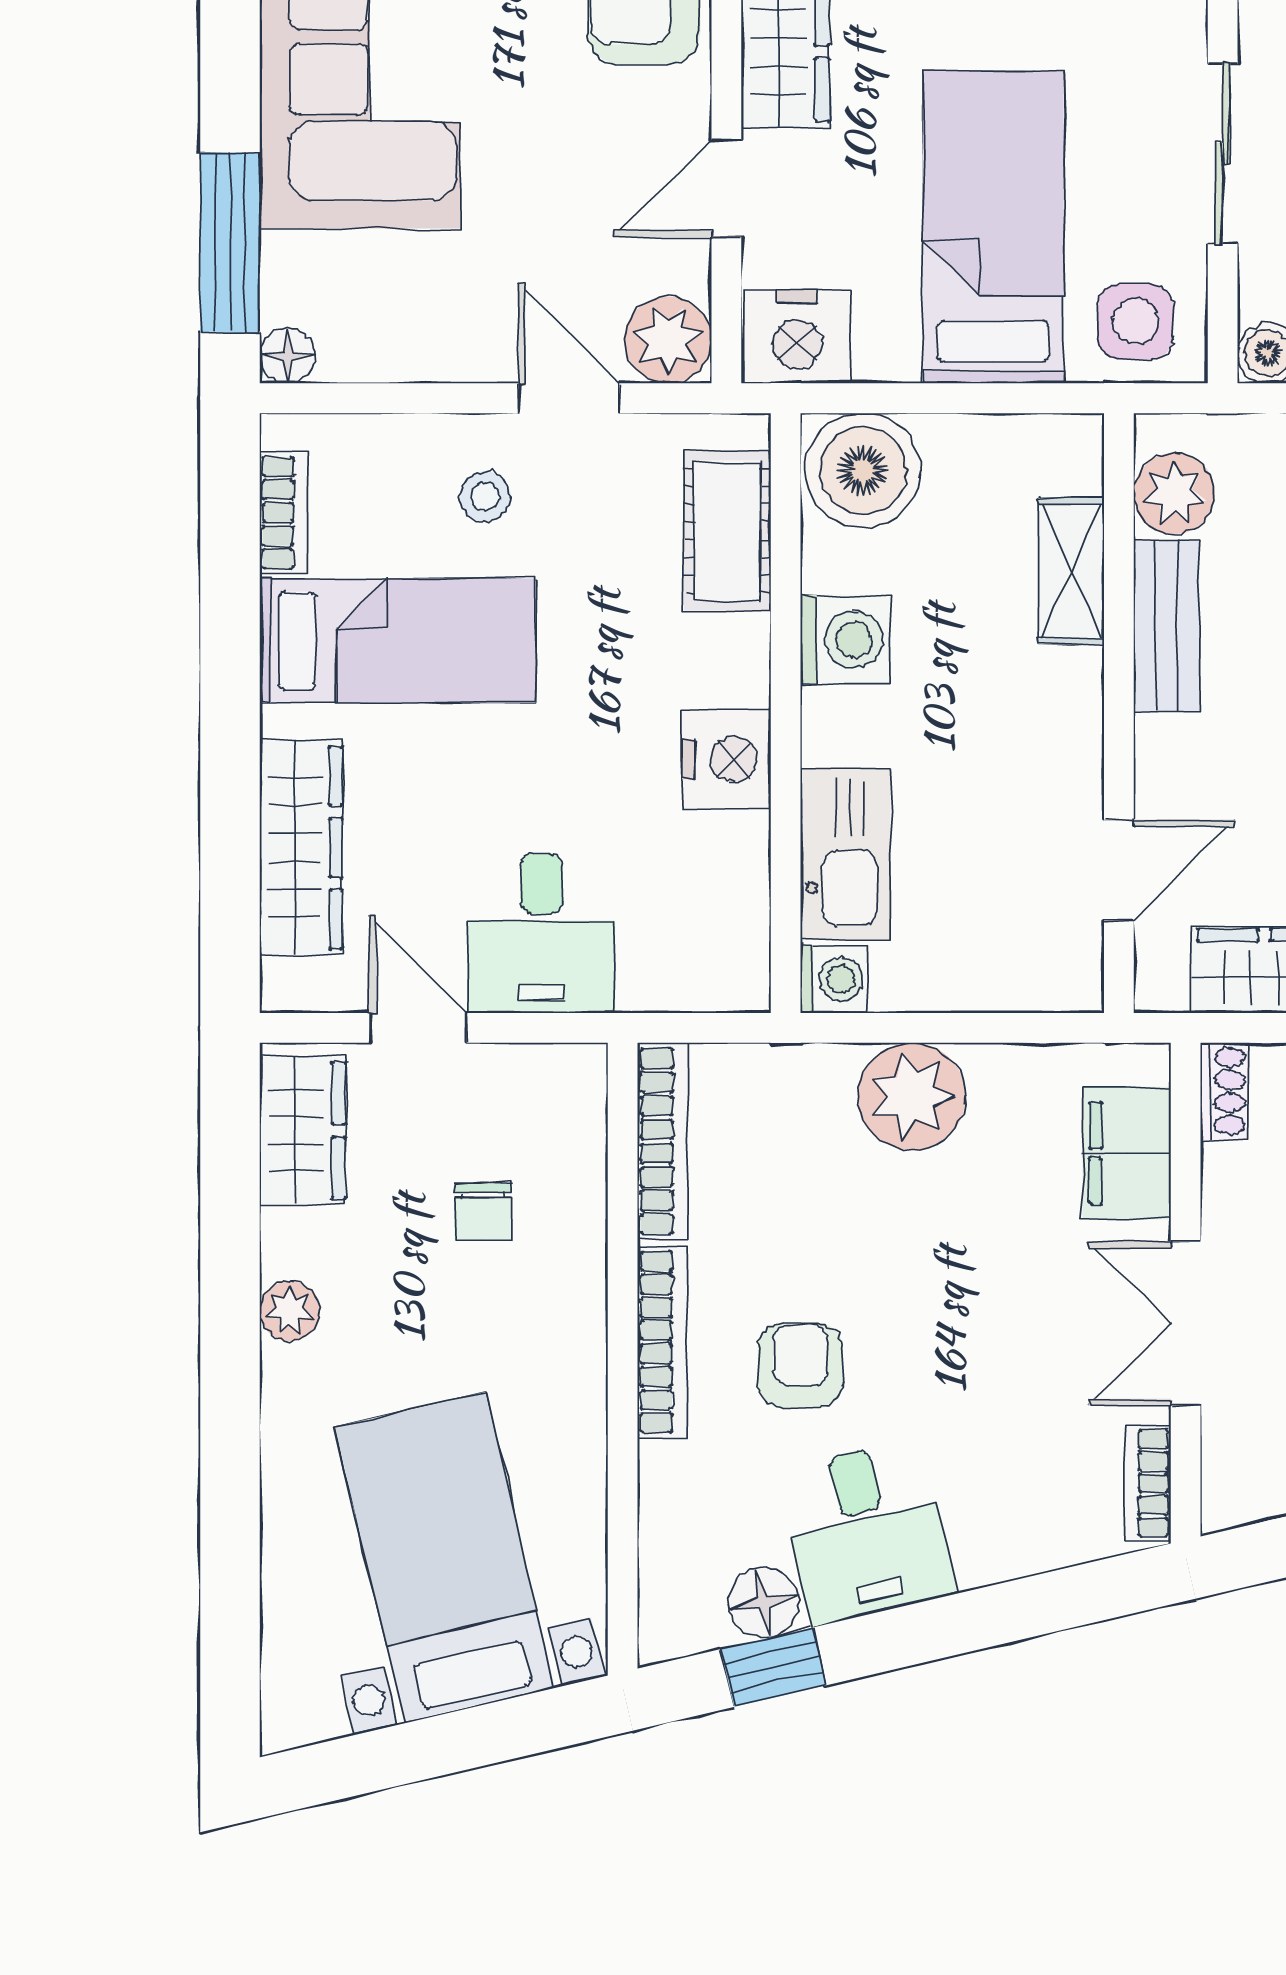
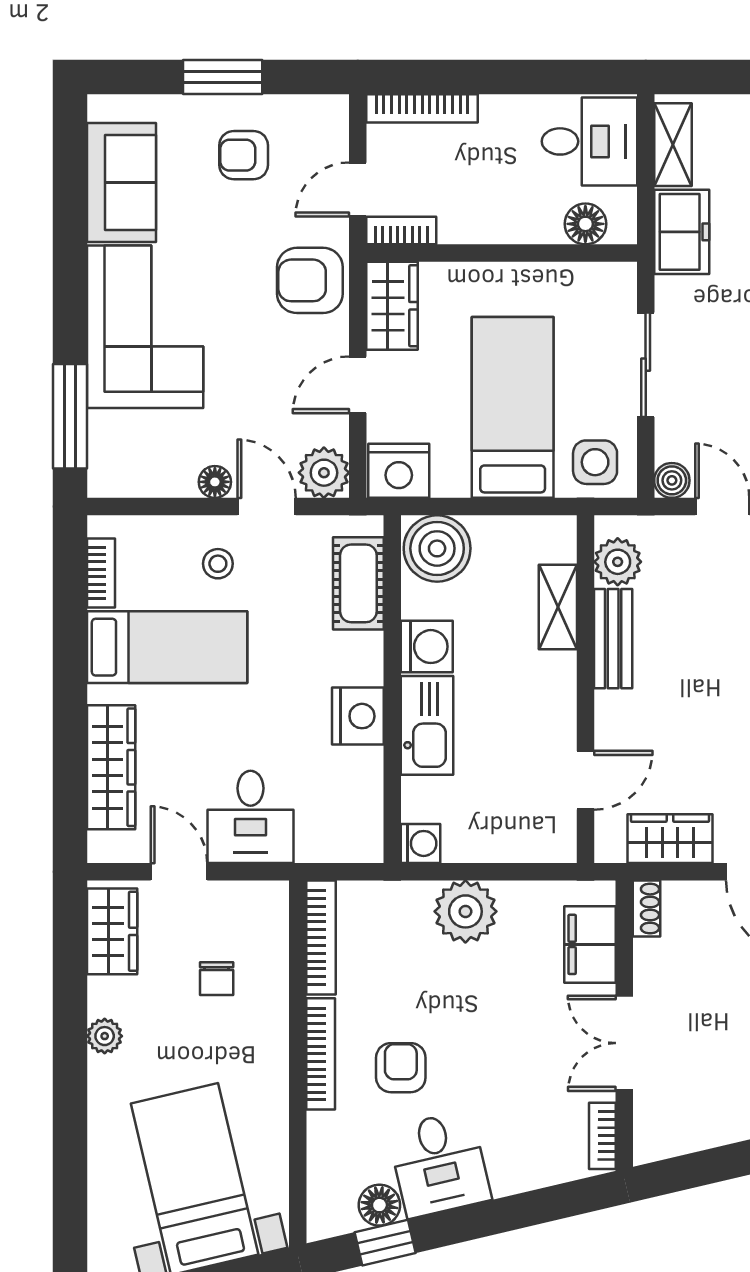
floor lamp: (287, 356) -> (215, 482), moved
kitchen sink: (845, 854) -> (427, 725), moved

